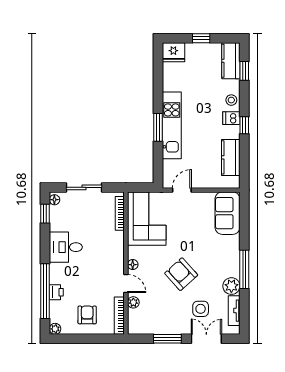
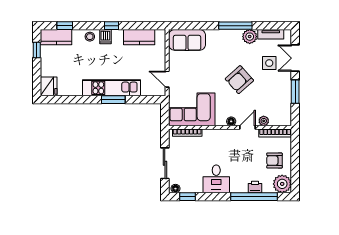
window: (201, 38) -> (37, 50), moved
plant: (55, 329) -> (282, 184), width x1.88, depth x1.88

